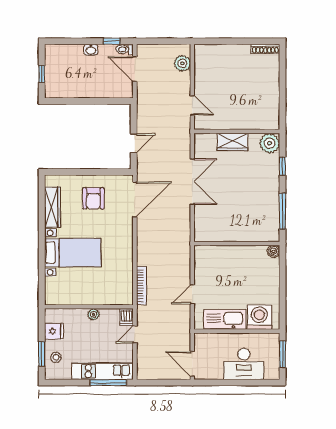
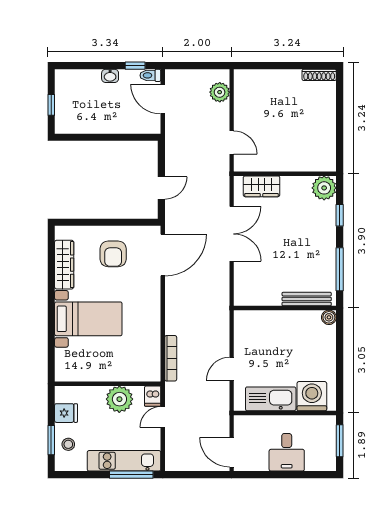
wardrobe: (232, 142) -> (262, 186), moved
bench: (255, 236) -> (307, 299), added
plant: (93, 314) -> (119, 399), width x1.88, depth x1.88
desk: (244, 364) -> (287, 452), width x0.73

